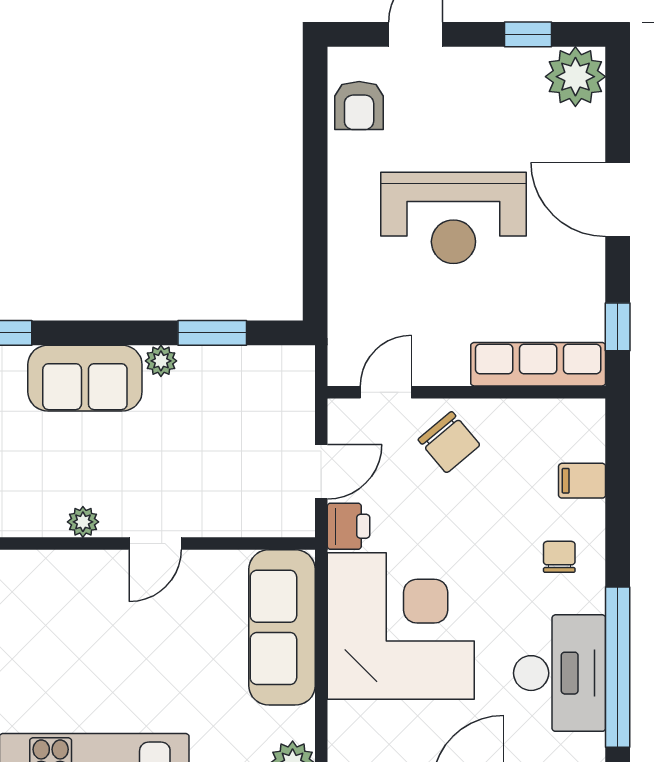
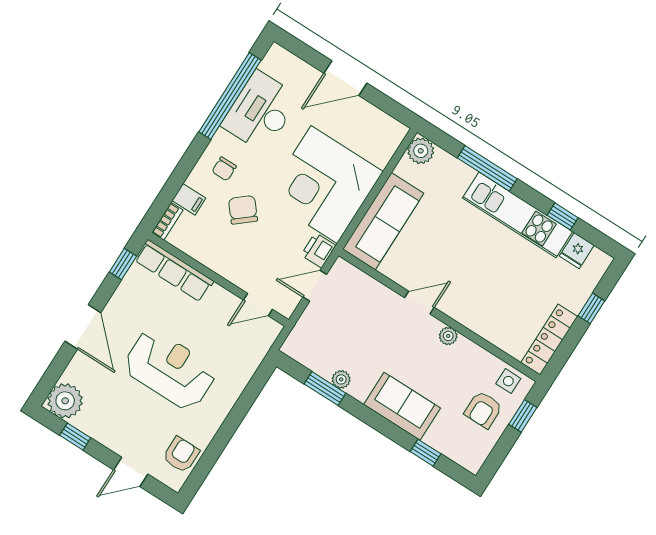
plant: (161, 361) -> (341, 379), moved
bookcase: (593, 429) -> (167, 221), added
chair: (449, 442) -> (243, 210), moved

